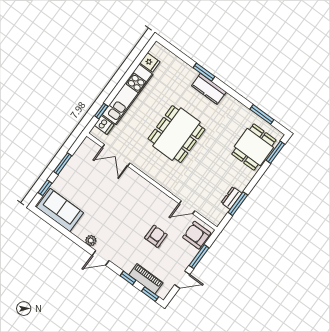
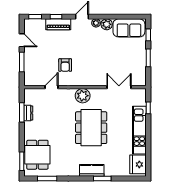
fridge: (150, 62) -> (138, 164), width x1.88, depth x1.34
dishwasher: (104, 125) -> (140, 101), removed
plant: (161, 174) -> (83, 96), added
plant: (81, 231) -> (107, 24), added
armchair: (197, 235) -> (33, 74), removed
armchair: (156, 236) -> (65, 65), moved
piano: (146, 279) -> (58, 24), moved
door: (182, 280) -> (22, 40), swing flipped

